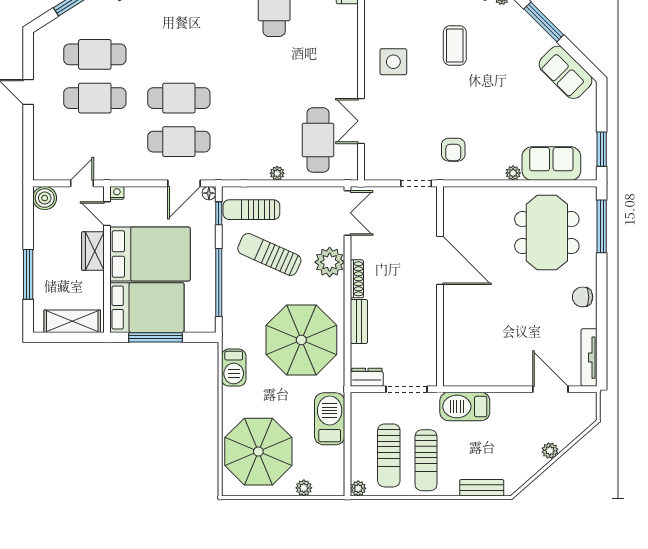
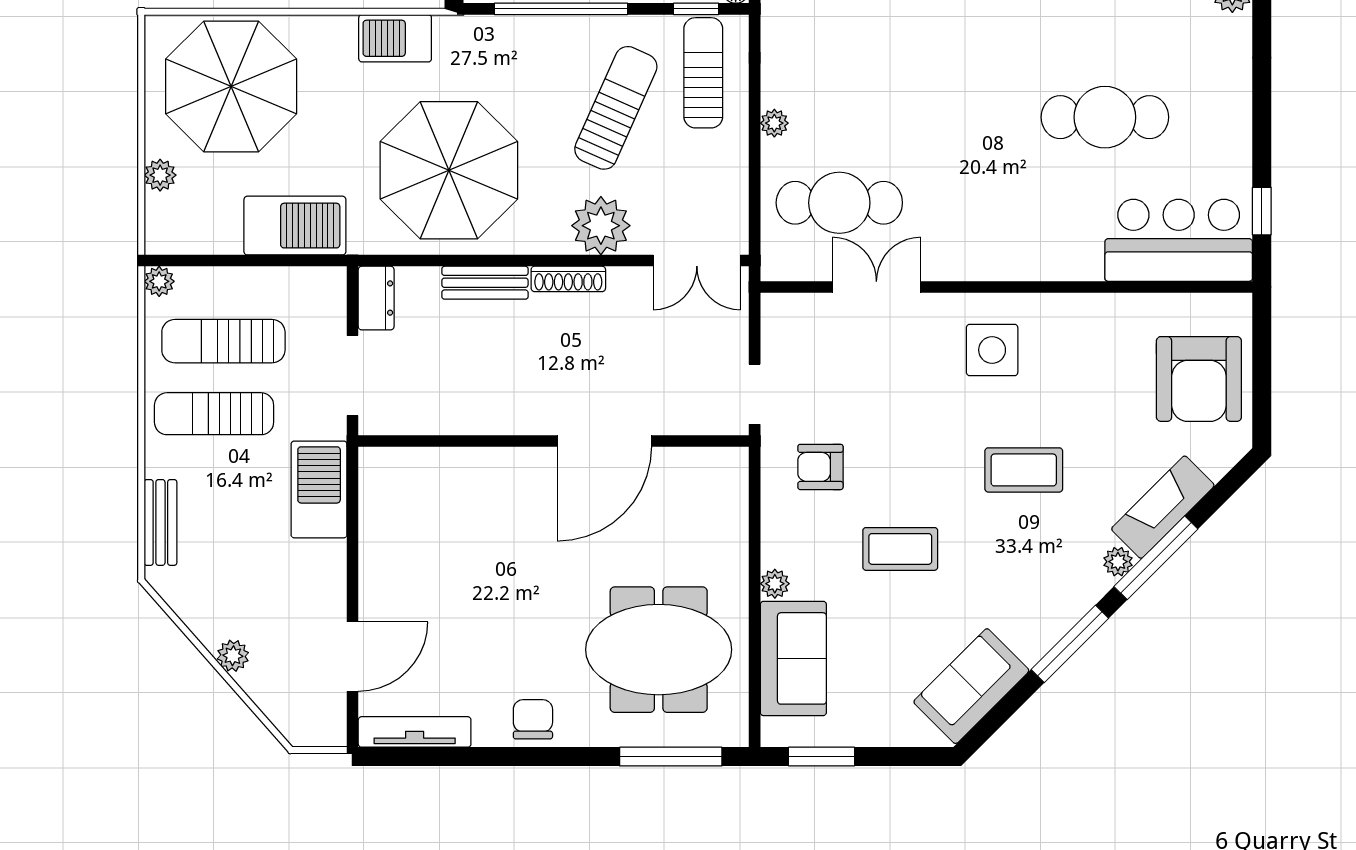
coffee table: (495, 109) -> (900, 549), added

